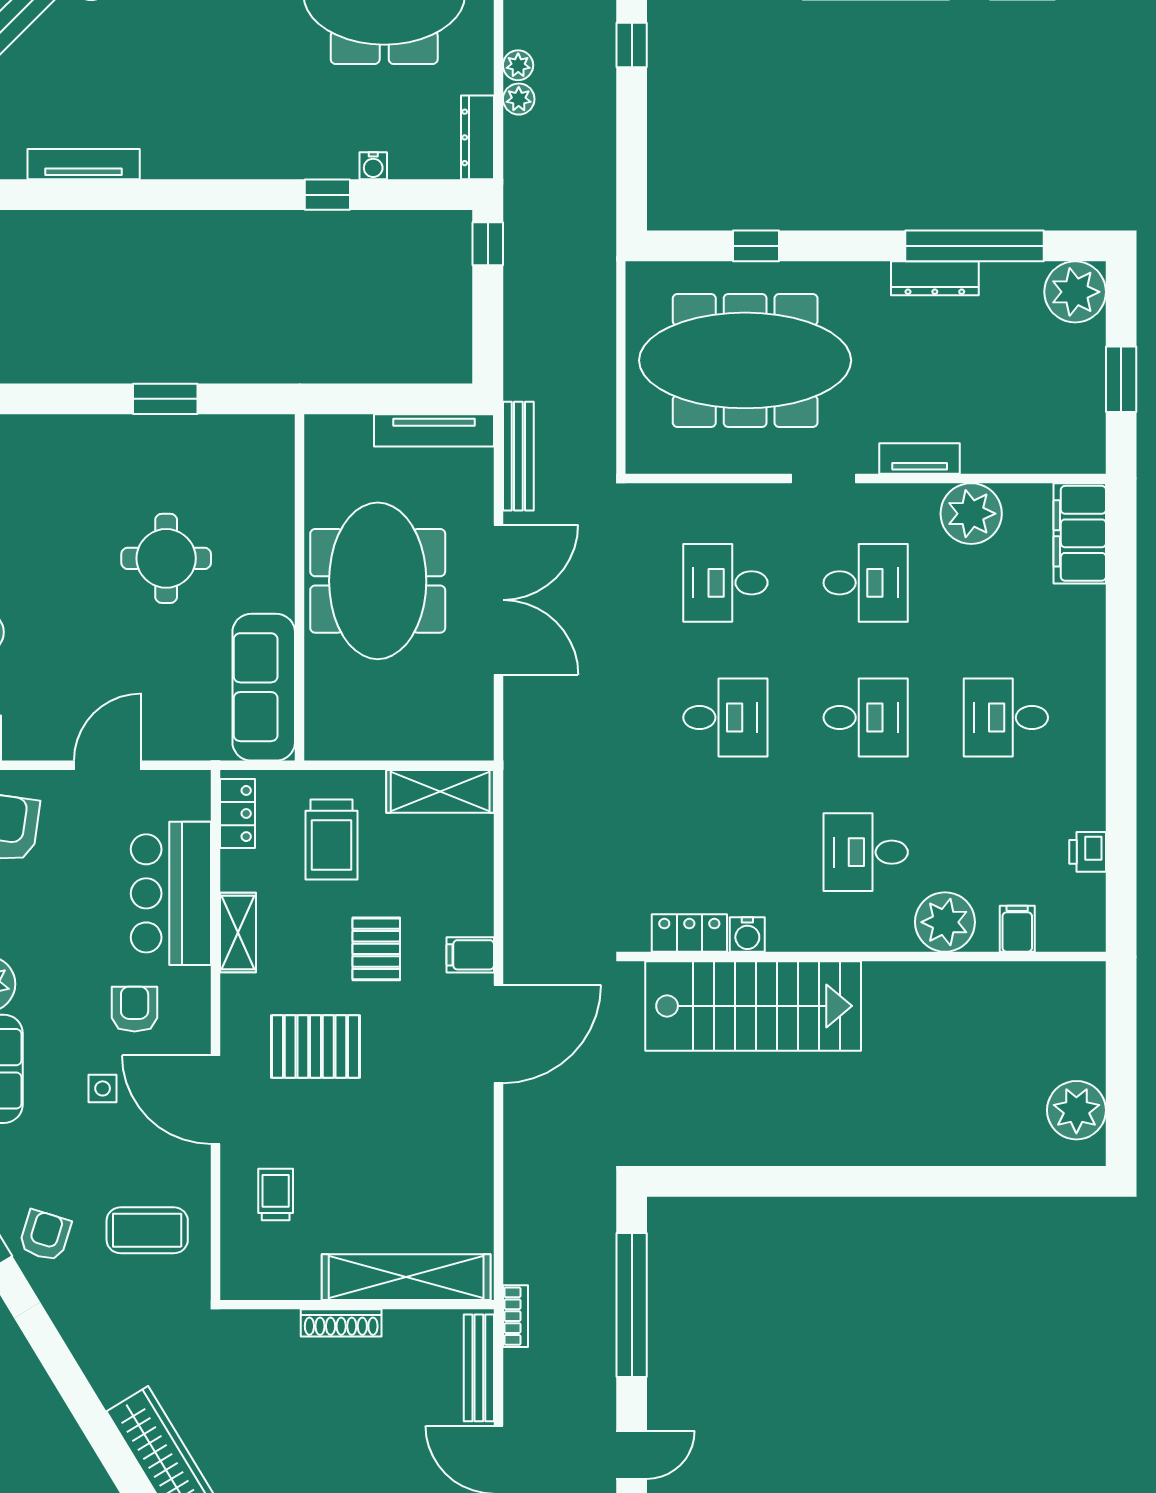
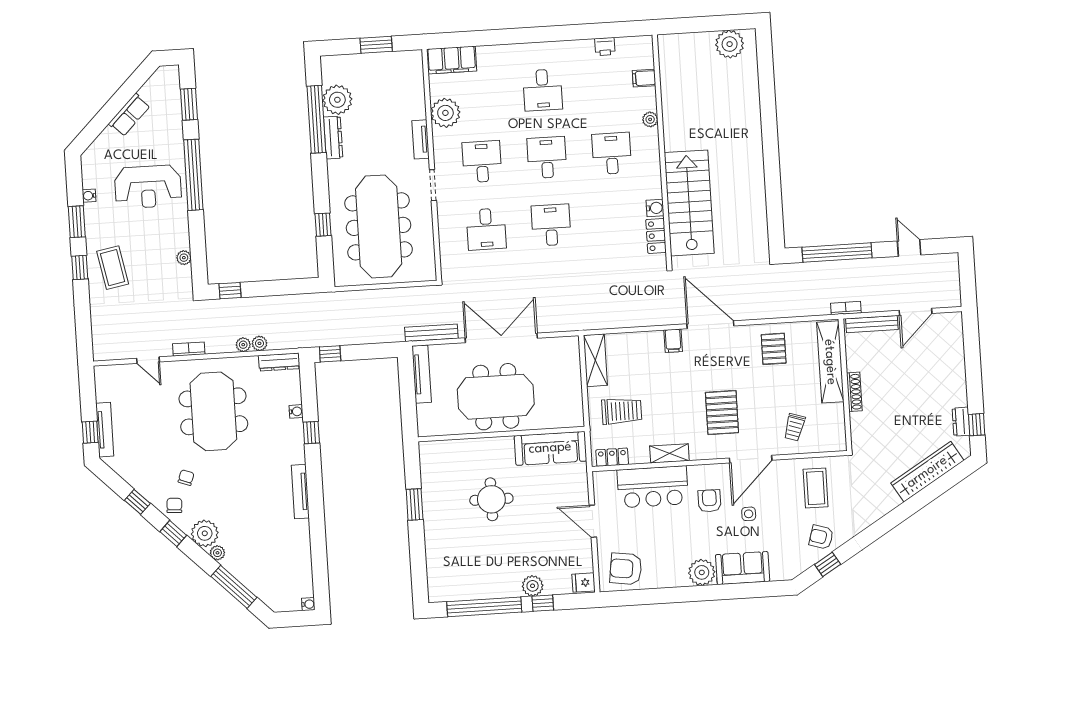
tv unit: (84, 164) -> (300, 492), moved
plant: (1075, 292) -> (337, 100), moved
desk: (866, 852) -> (612, 153), turned 180
plant: (945, 922) -> (650, 119), width x0.53, depth x0.53
pallet: (376, 949) -> (774, 349), moved, turned 90
armchair: (135, 1009) -> (709, 501), turned 90
trolley: (276, 1194) -> (794, 427), turned -72

